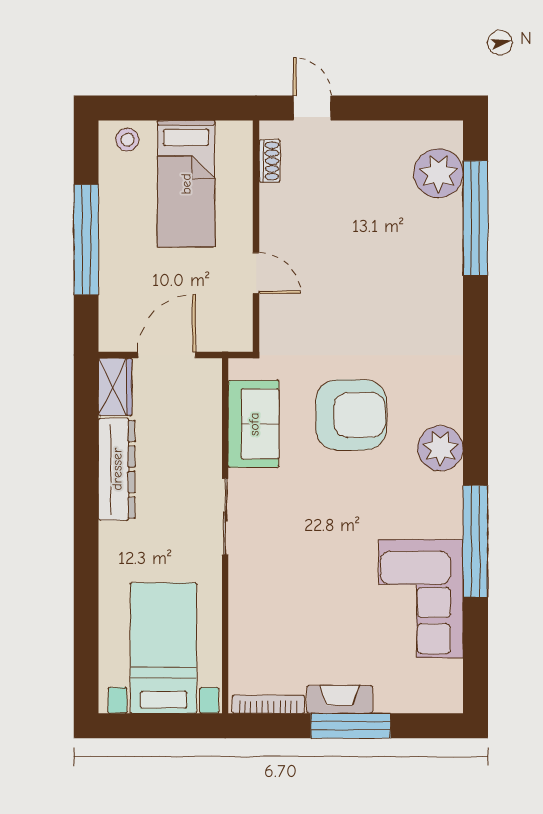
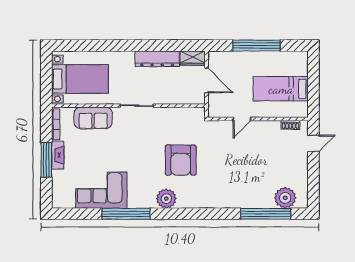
stool: (127, 140) -> (300, 63), removed
sofa: (254, 424) -> (93, 118), moved

